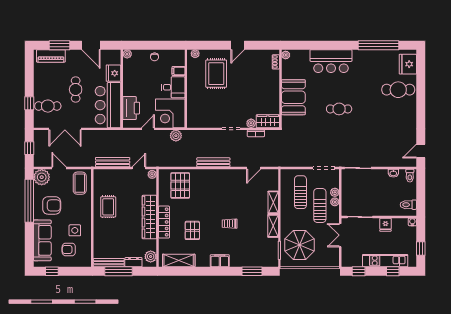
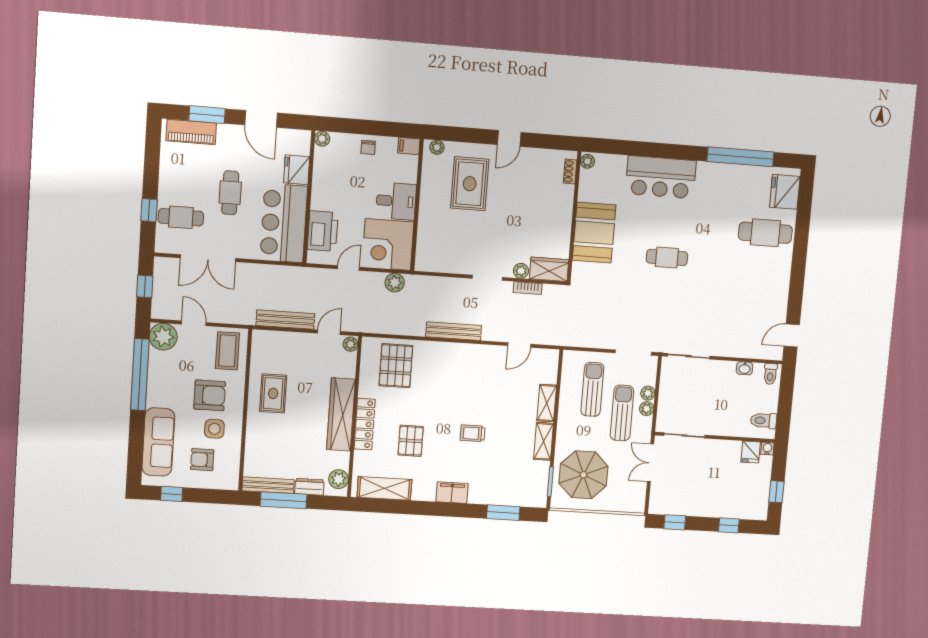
filing cabinet: (178, 71) -> (409, 146), moved
armchair: (52, 205) -> (210, 395), moved
fridge: (385, 225) -> (751, 452), moved
kitchen unit: (385, 261) -> (718, 508), removed

